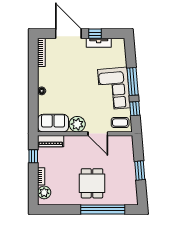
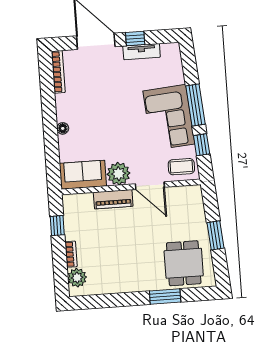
piano: (51, 141) -> (113, 199), moved
dining table: (92, 183) -> (184, 263), moved
window: (103, 209) -> (165, 296), width x0.47

